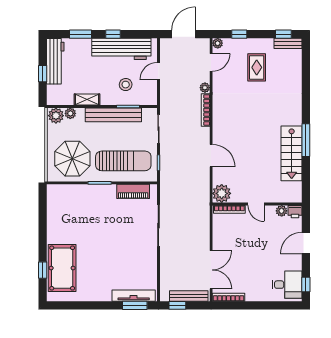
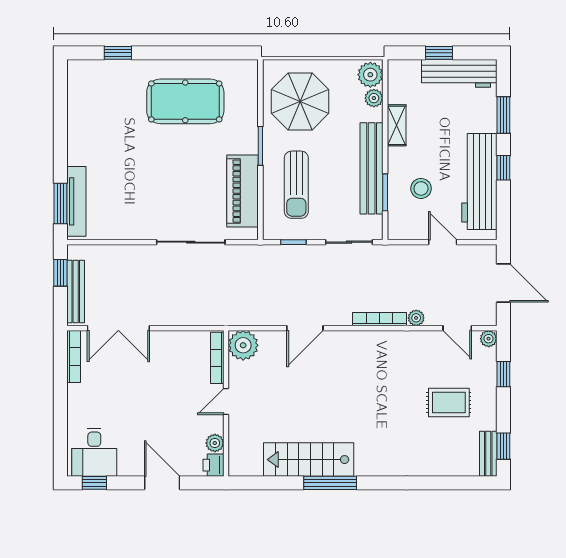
sun lounger: (123, 161) -> (296, 185), width x0.73, depth x0.75
piano: (133, 191) -> (243, 191), width x1.37, depth x1.33
pool table: (62, 268) -> (185, 101), moved

